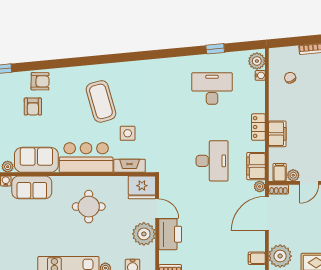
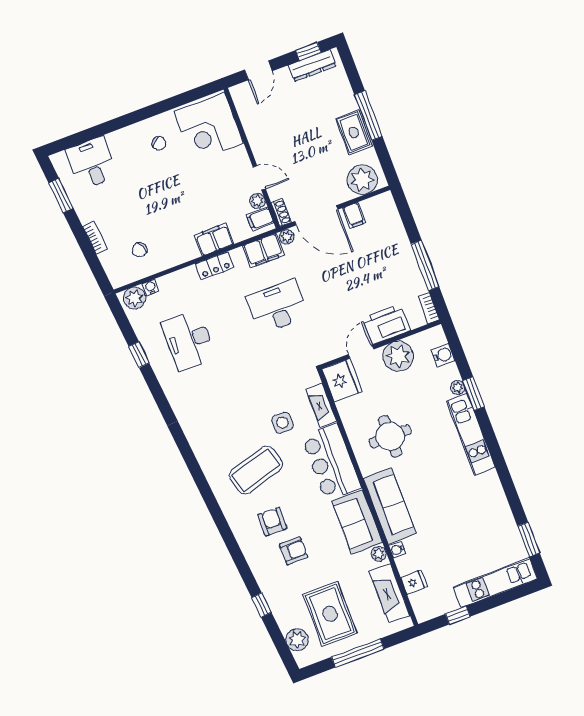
armchair: (40, 81) -> (272, 522), moved
sofa: (32, 187) -> (390, 506), width x1.36
filing cabinet: (257, 258) -> (354, 215), moved

